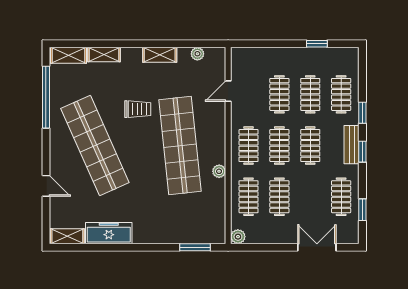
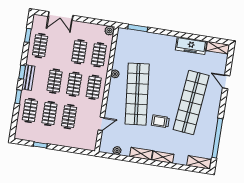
shelving: (104, 55) -> (163, 157), moved
shop shelf: (95, 146) -> (191, 102), turned 30

